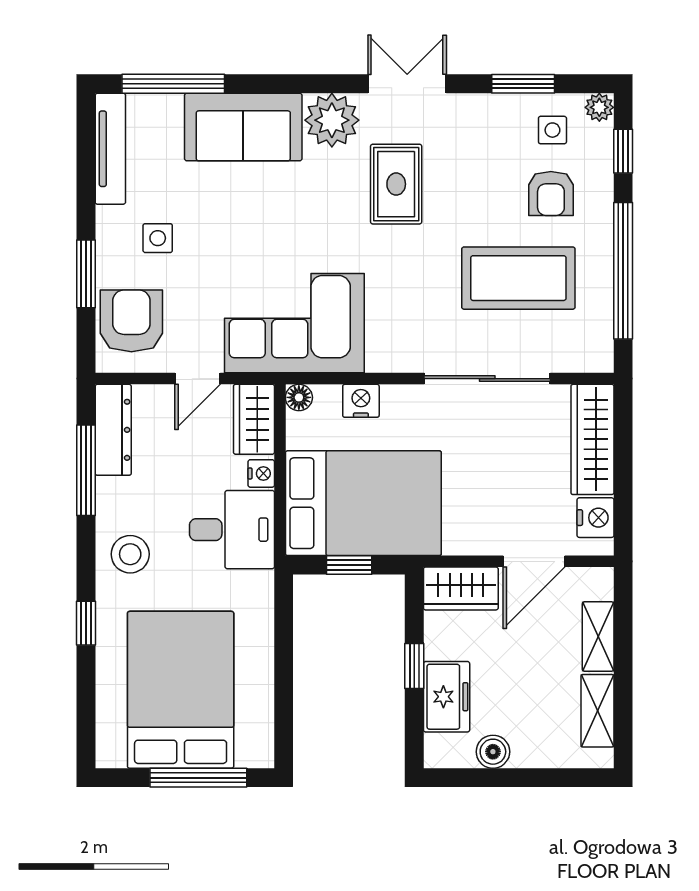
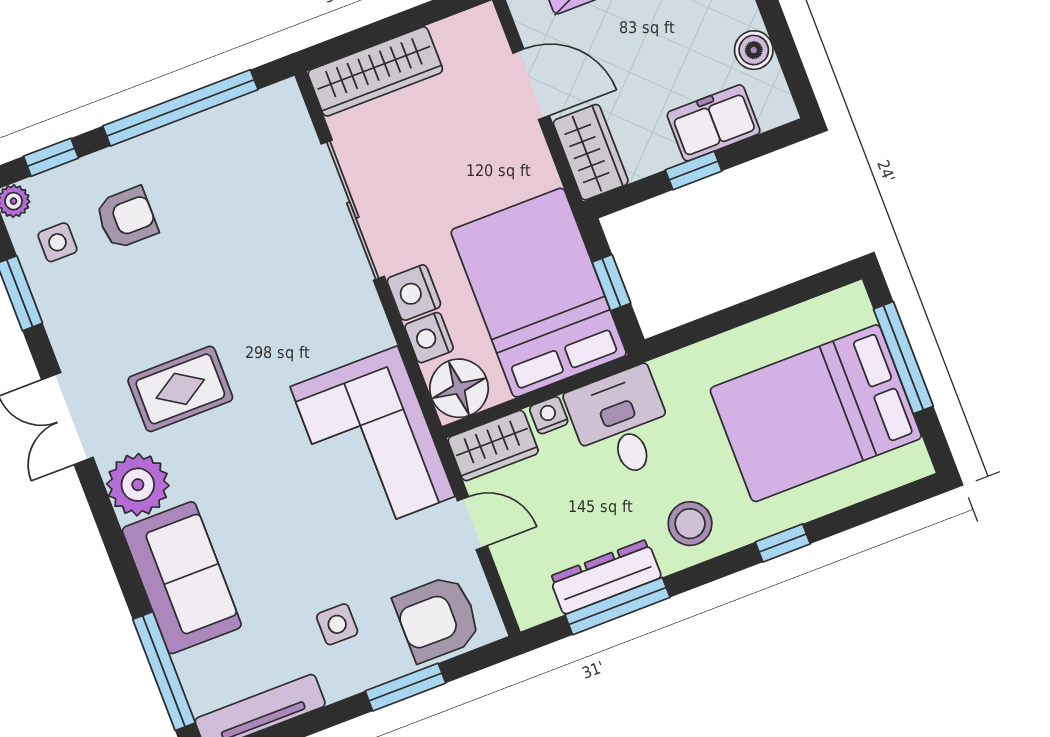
coffee table: (518, 278) -> (231, 218), removed
floor lamp: (299, 397) -> (459, 388), width x1.89, depth x1.89
dresser: (113, 430) -> (605, 577), moved
nightstand: (595, 518) -> (414, 293), moved, turned -90

